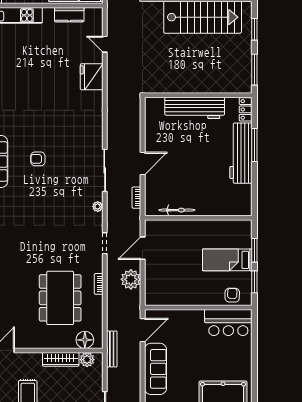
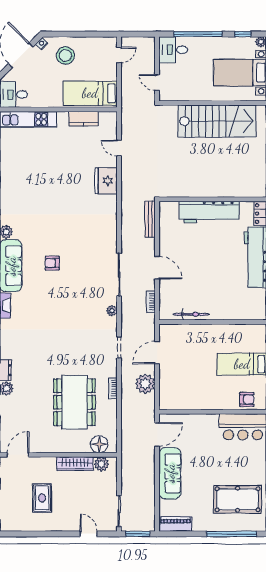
door: (143, 163) -> (157, 268), hinge flipped
armchair: (232, 295) -> (247, 399), turned 89
bench: (112, 349) -> (150, 219), moved

